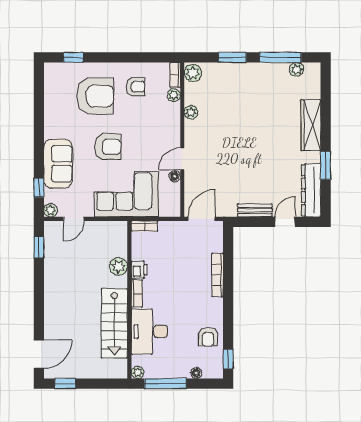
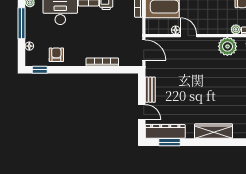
plant: (191, 112) -> (227, 46), width x1.88, depth x1.88
window: (326, 166) -> (170, 142), moved
armchair: (208, 337) -> (56, 55), turned 90

